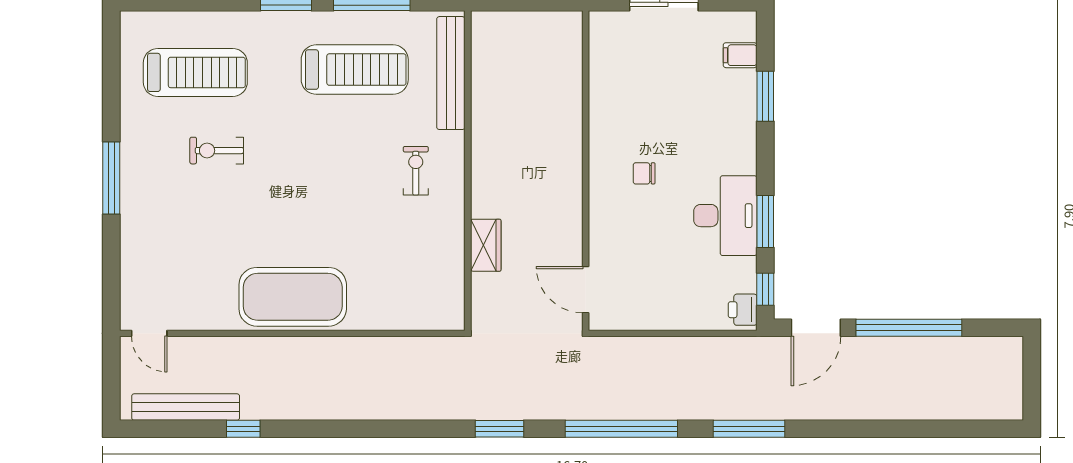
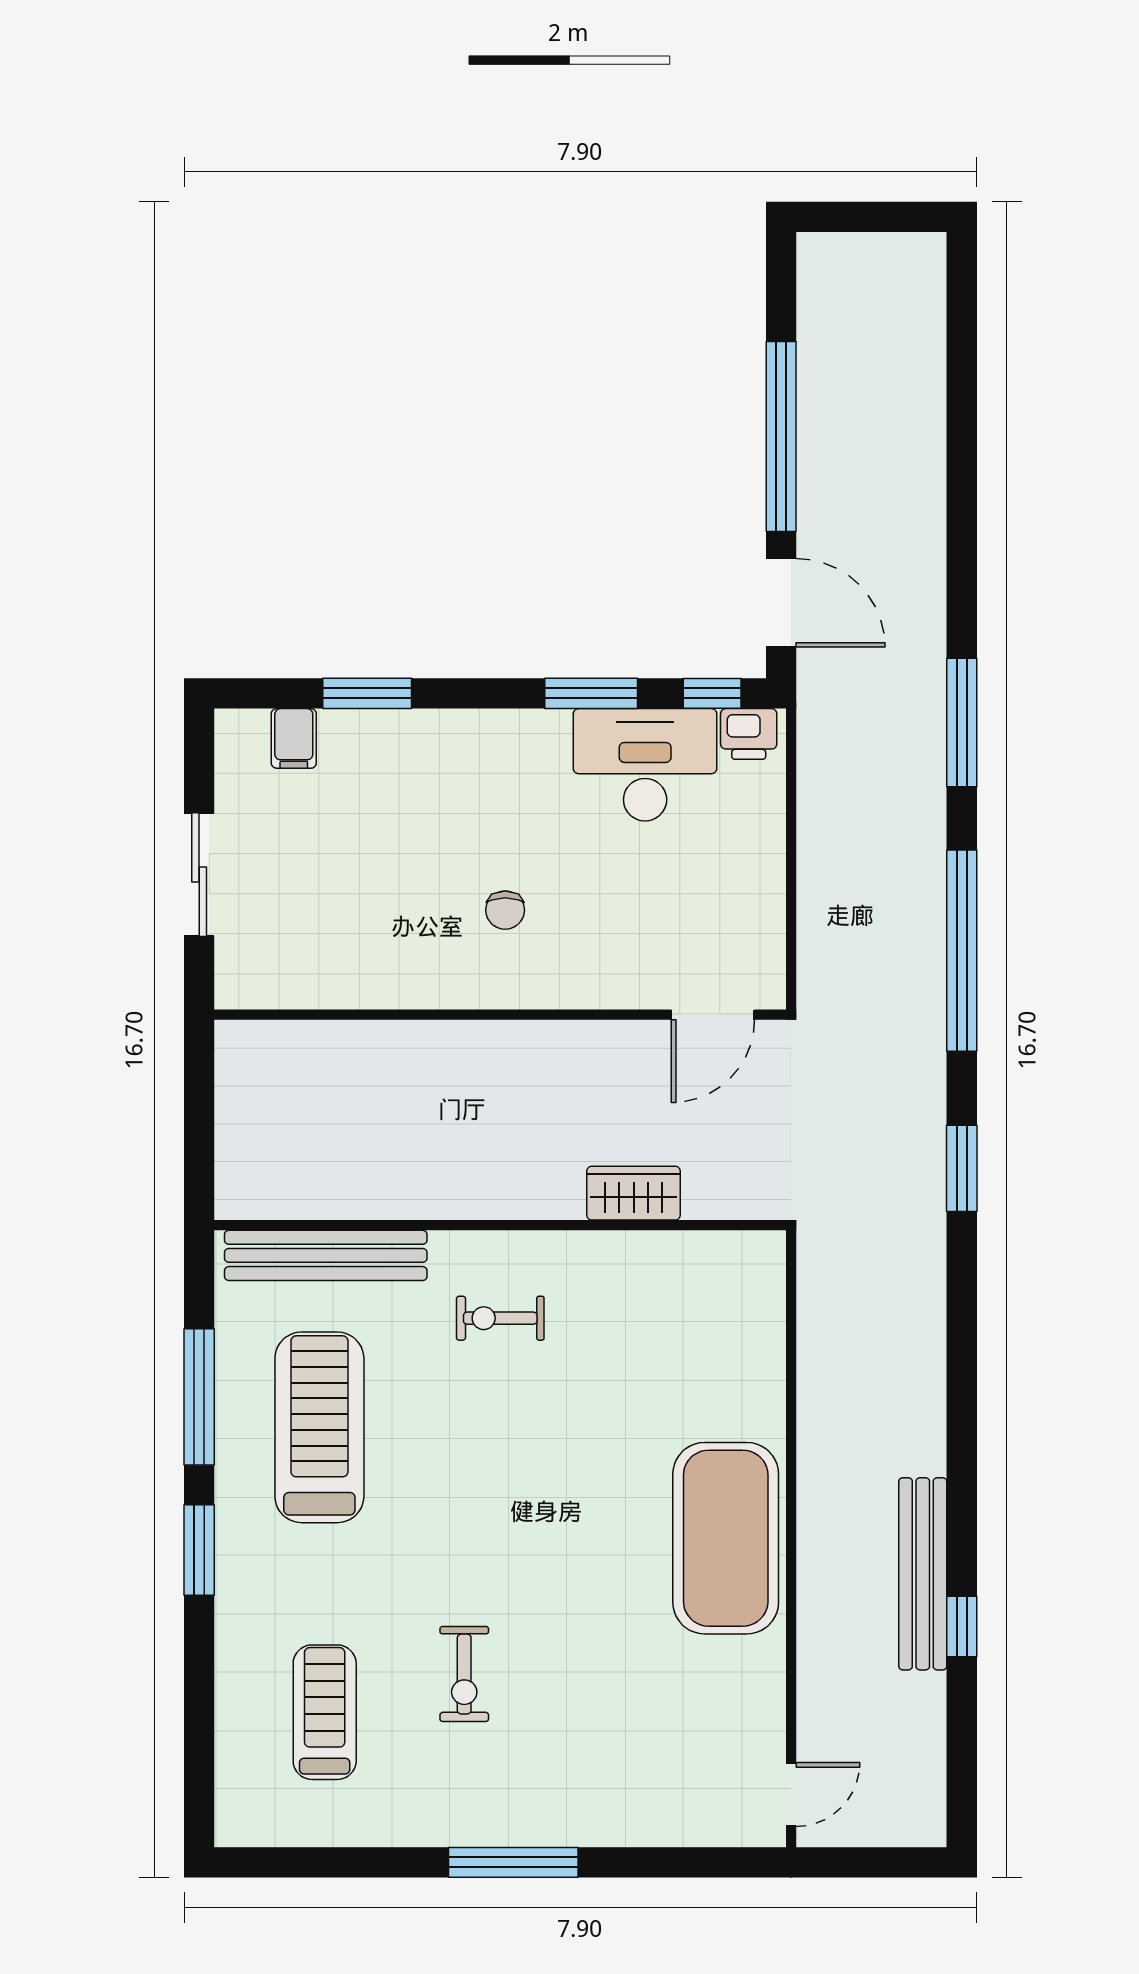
treadmill: (195, 72) -> (325, 1712), width x0.73, depth x0.73
desk: (725, 216) -> (645, 765), moved
bench: (186, 407) -> (923, 1574), moved

